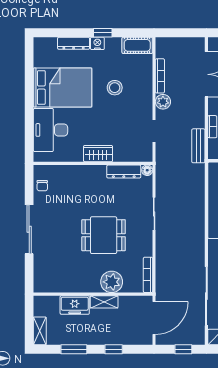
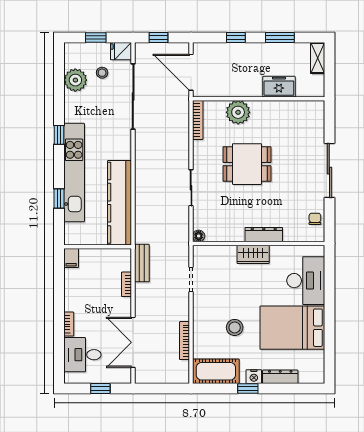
cot: (137, 45) -> (216, 371), width x1.37, depth x1.34
plant: (163, 102) -> (181, 312), removed
dresser: (124, 171) -> (264, 235), moved
shelving: (104, 302) -> (246, 90), removed
door: (154, 318) -> (191, 72), hinge flipped

